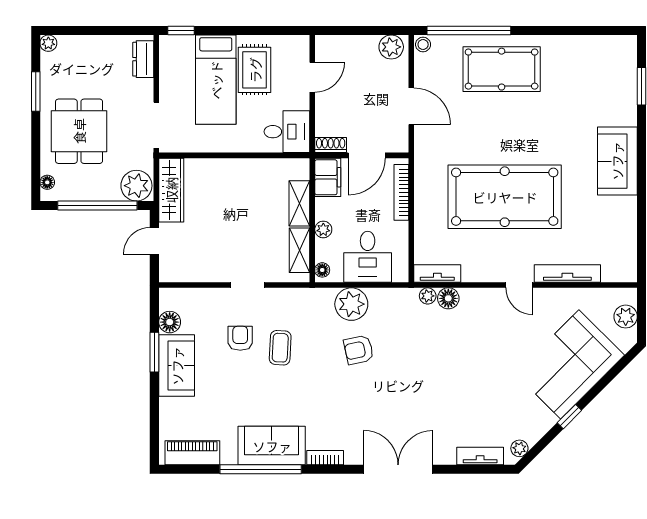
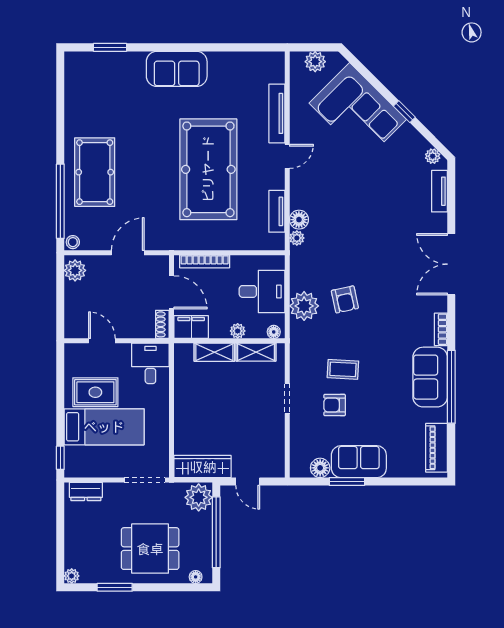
tv unit: (437, 273) -> (277, 211), moved

